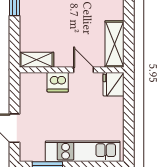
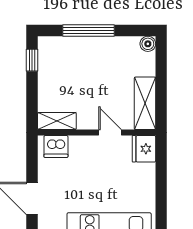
dishwasher: (58, 82) -> (56, 146), moved

